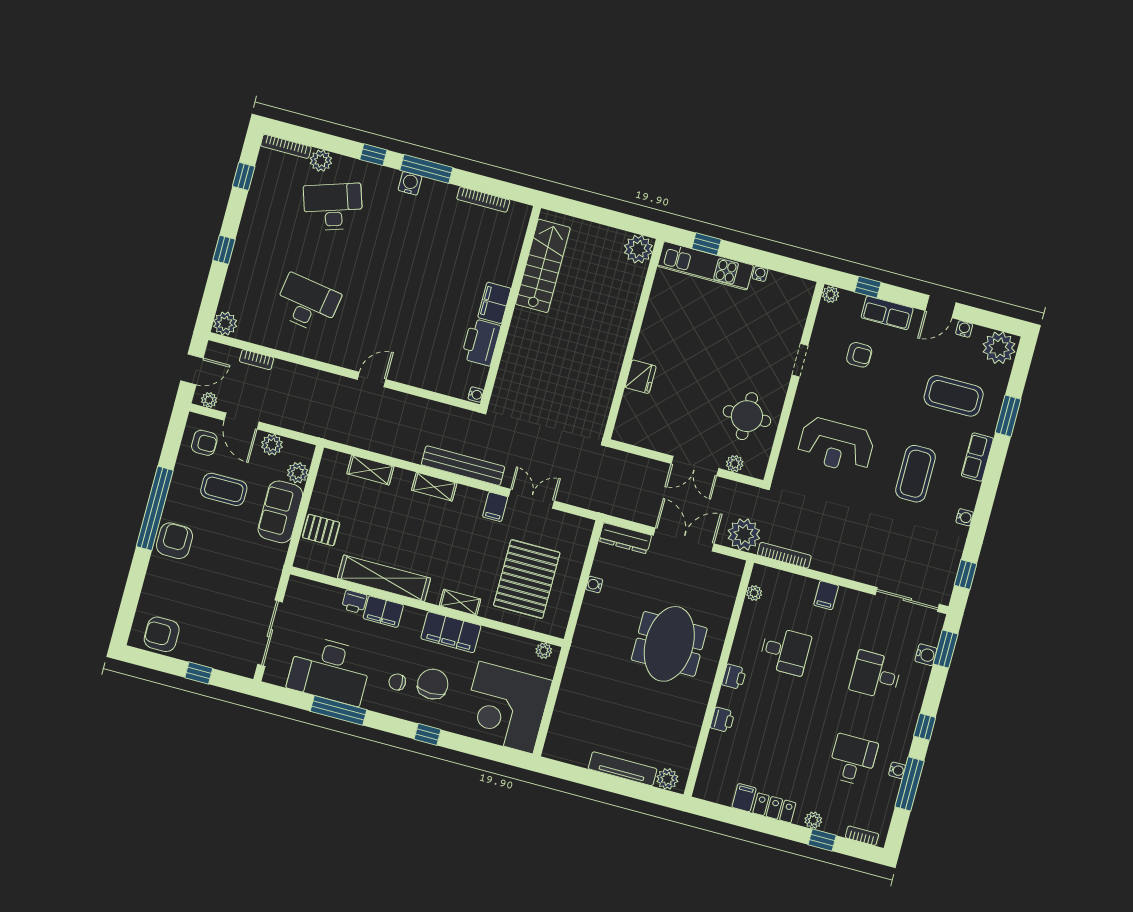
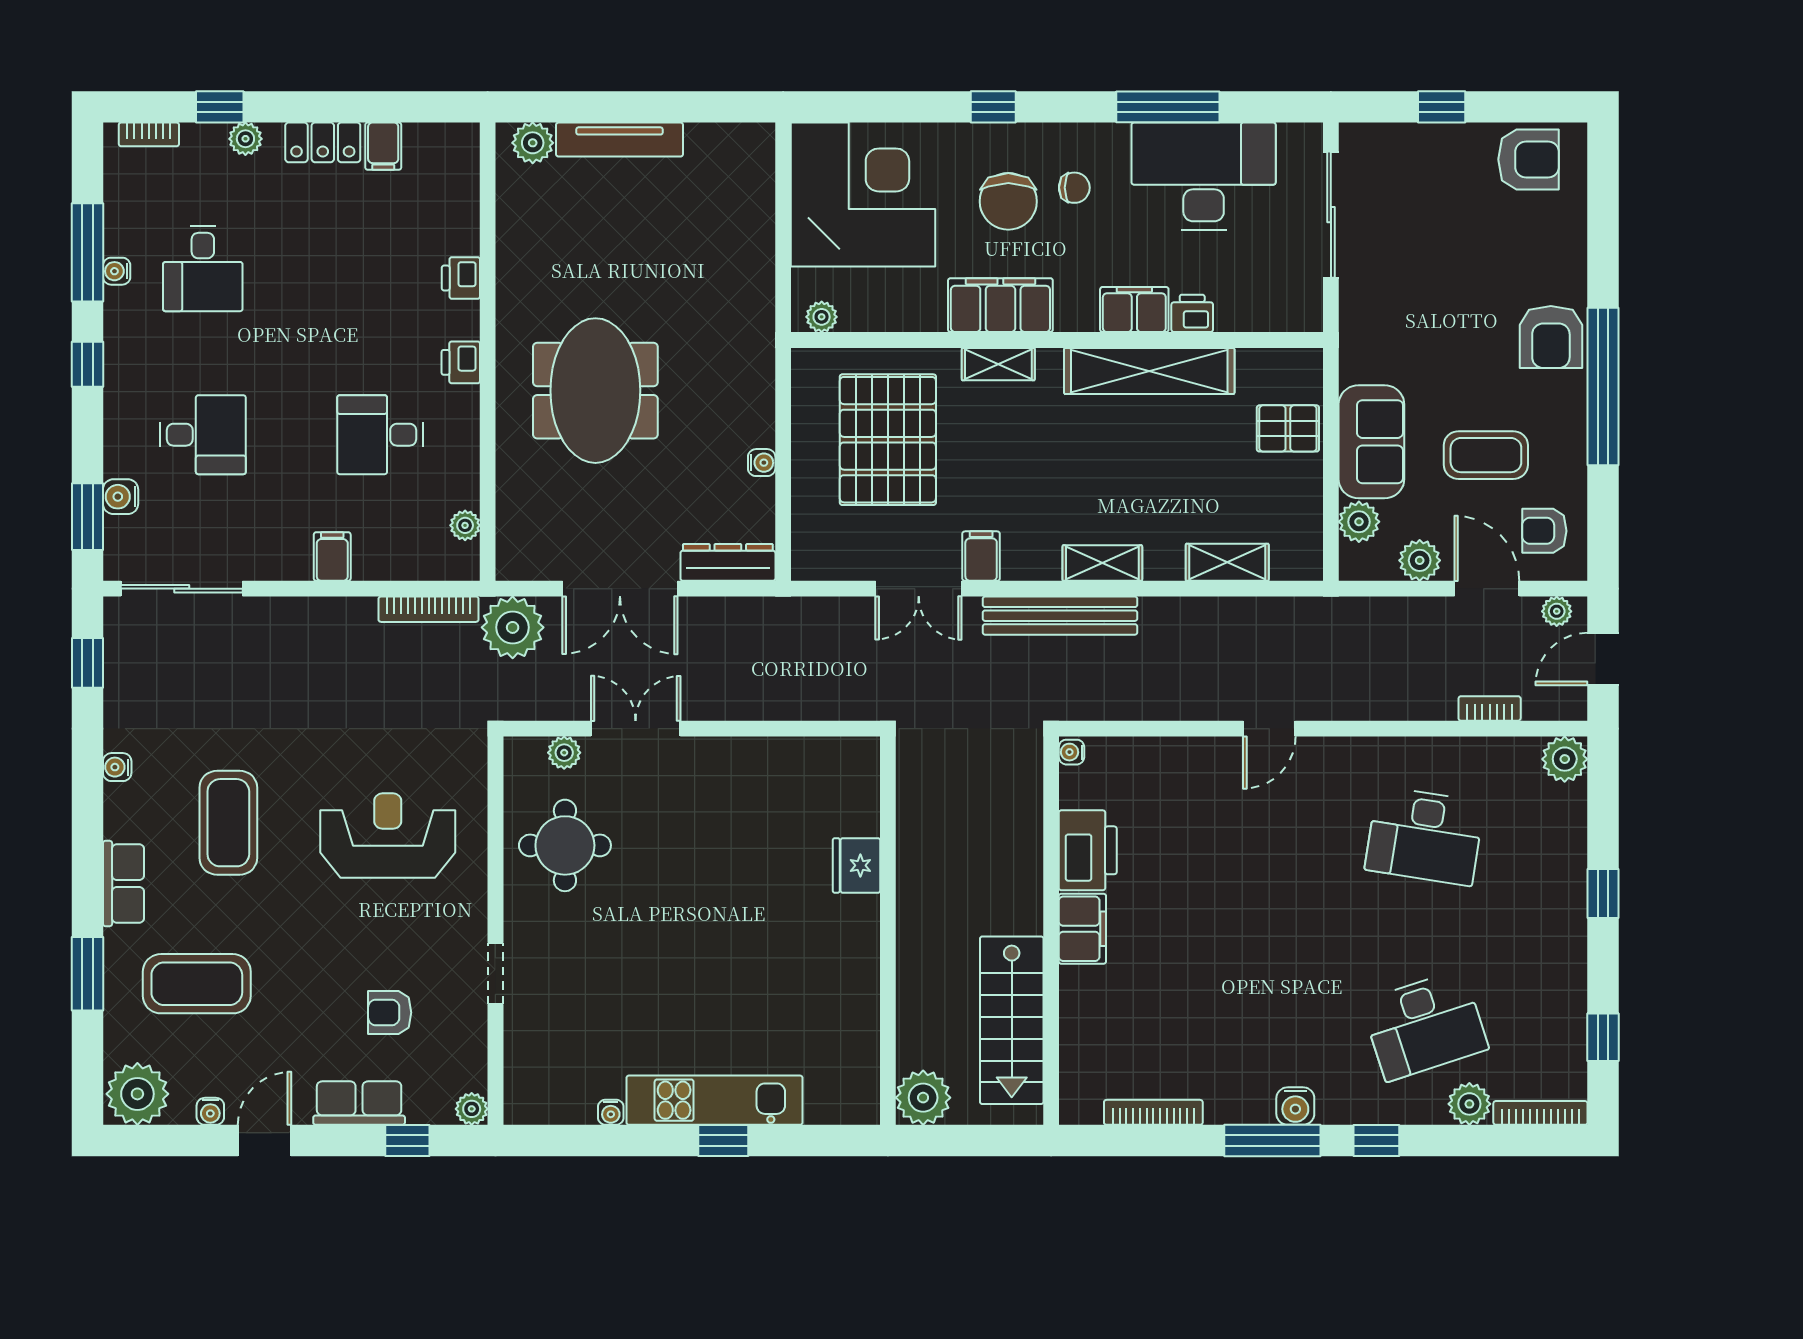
plant: (638, 249) -> (923, 1098), moved
wall: (633, 339) -> (888, 931), moved
fridge: (641, 377) -> (857, 865), moved

